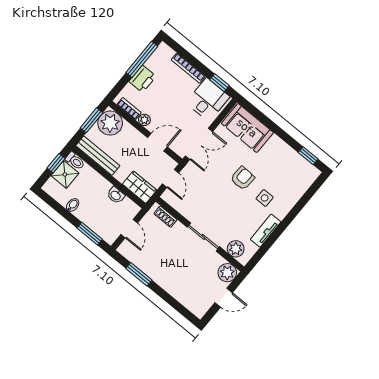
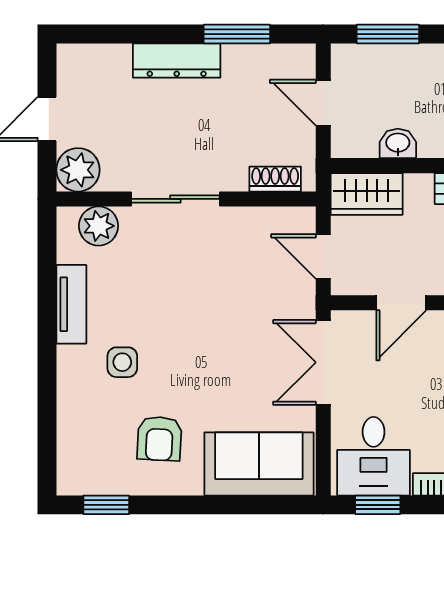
armchair: (243, 178) -> (159, 439), moved
dresser: (166, 282) -> (177, 60), added

